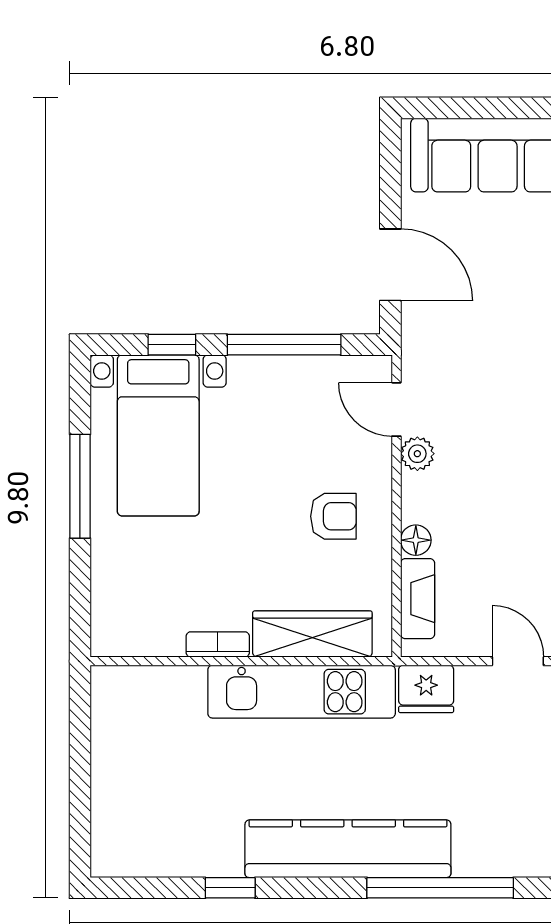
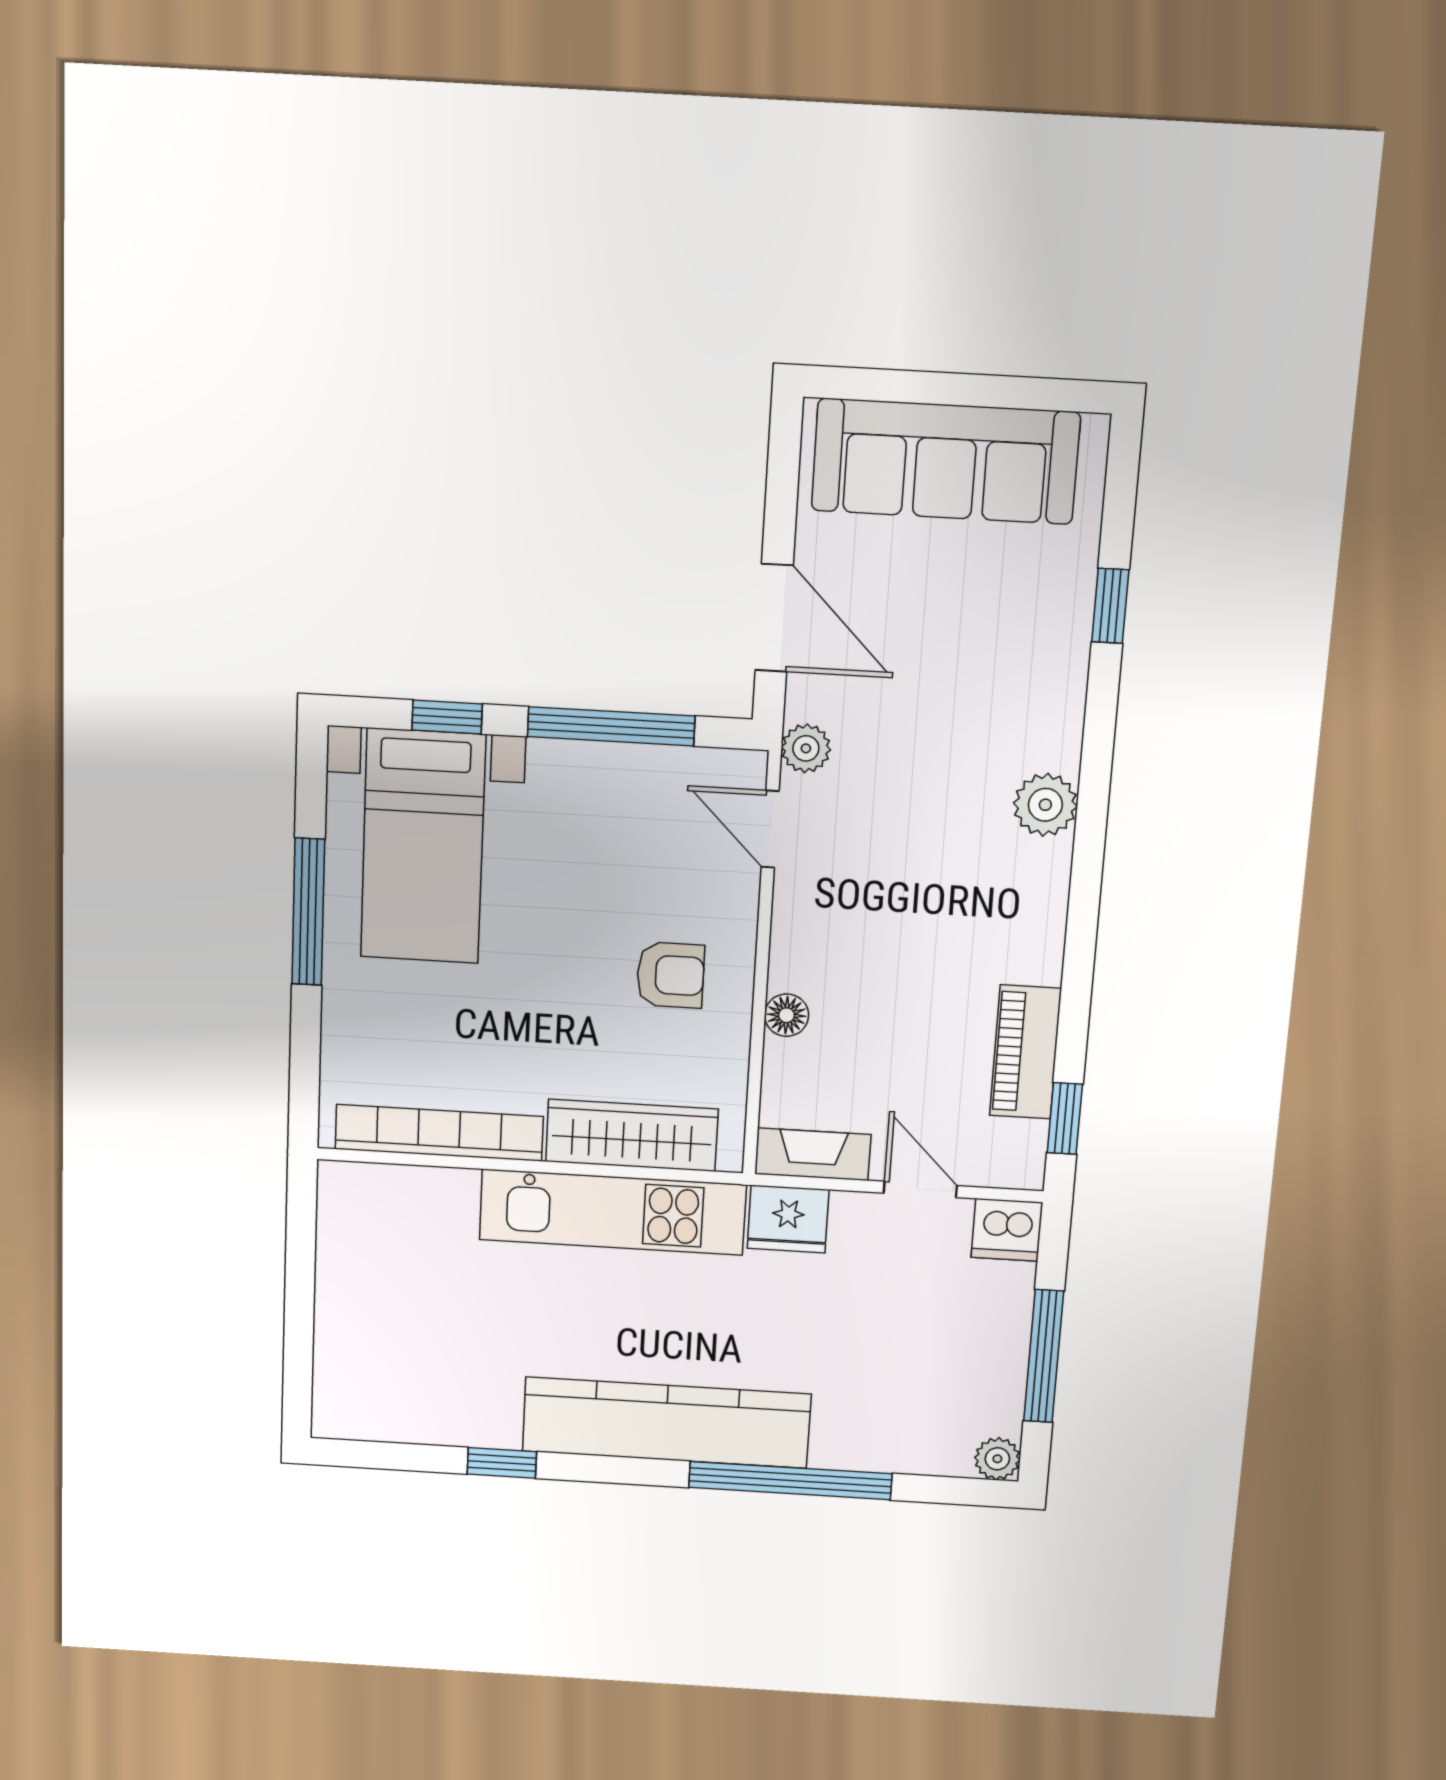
plant: (417, 454) -> (806, 748), moved
fireplace: (418, 599) -> (813, 1154), moved, turned -90
bookcase: (218, 644) -> (439, 1133), width x2.31, depth x1.31

